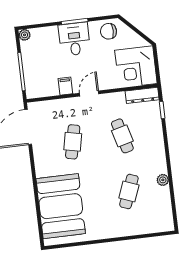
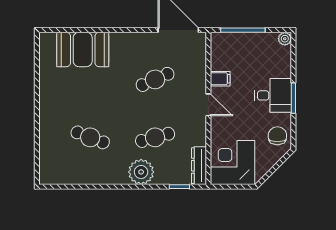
cafe table: (73, 142) -> (155, 79), turned -36
plant: (163, 180) -> (141, 172), moved, width x1.88, depth x1.88
booth: (61, 206) -> (83, 49), width x0.73, depth x0.70

